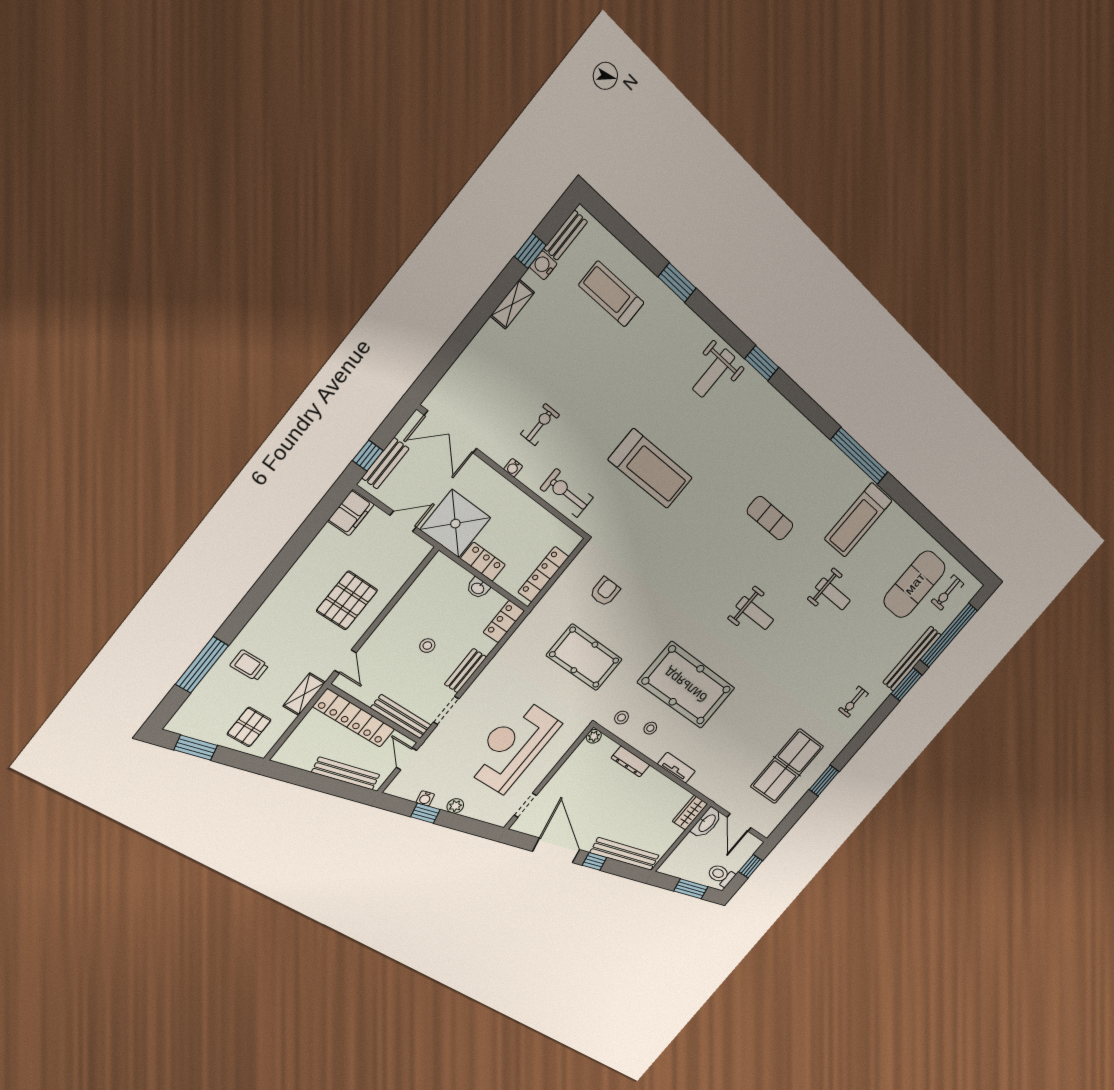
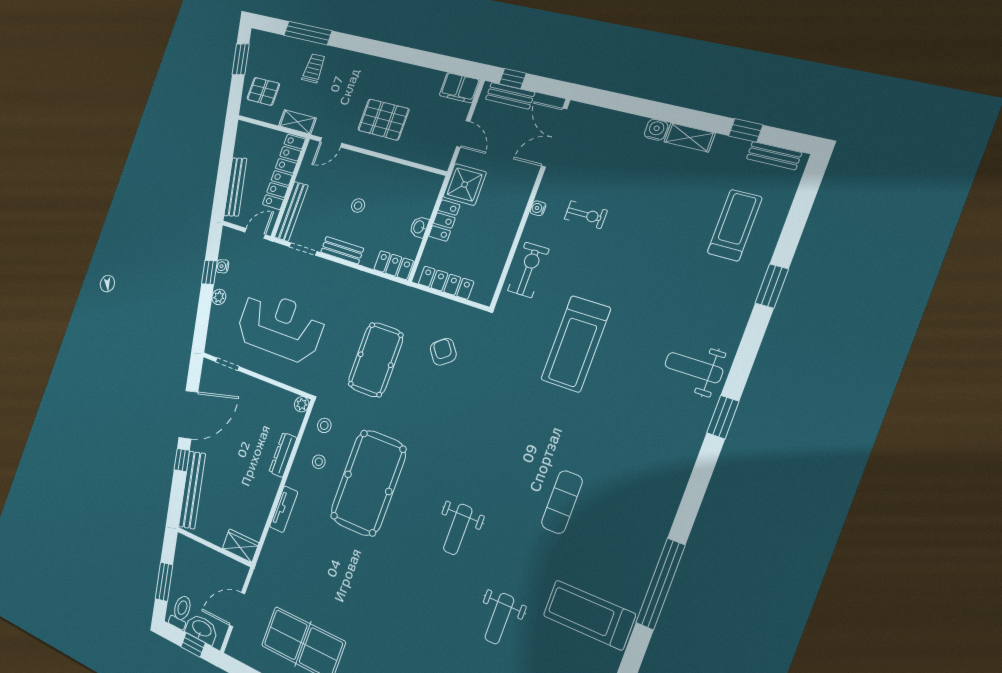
water cooler: (543, 265) -> (656, 130), moved
shower: (455, 524) -> (465, 184), width x0.73, depth x0.73
armchair: (605, 592) -> (443, 352), turned -127
washbasin: (707, 823) -> (202, 629), moved, turned 180

